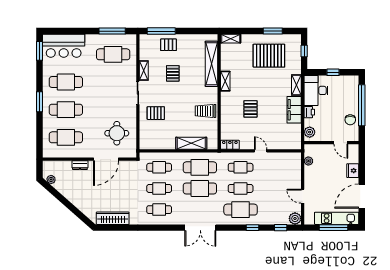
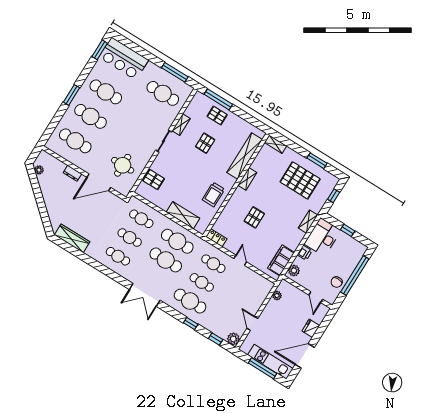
filing cabinet: (294, 110) -> (281, 260), moved
trolley: (206, 111) -> (213, 194), turned -90
pallet: (156, 113) -> (154, 180), moved

